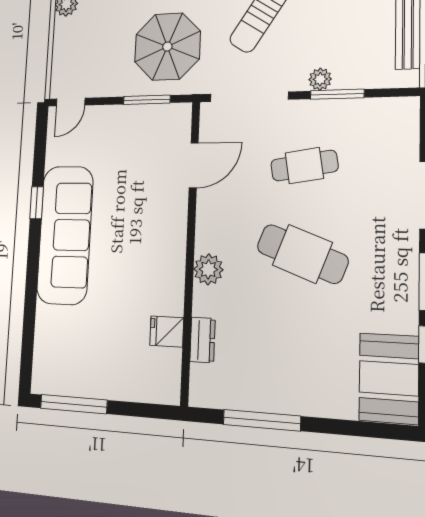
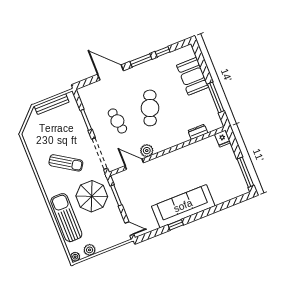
plant: (320, 79) -> (83, 129), removed
plant: (208, 269) -> (147, 151), moved
fridge: (167, 331) -> (223, 138), moved
booth: (389, 378) -> (193, 76), moved, turned 90

